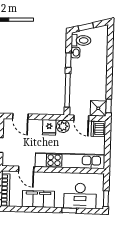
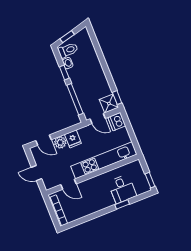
plant: (63, 126) -> (60, 142), moved
desk: (80, 196) -> (122, 189), width x0.73
filing cabinet: (38, 199) -> (91, 206), removed

